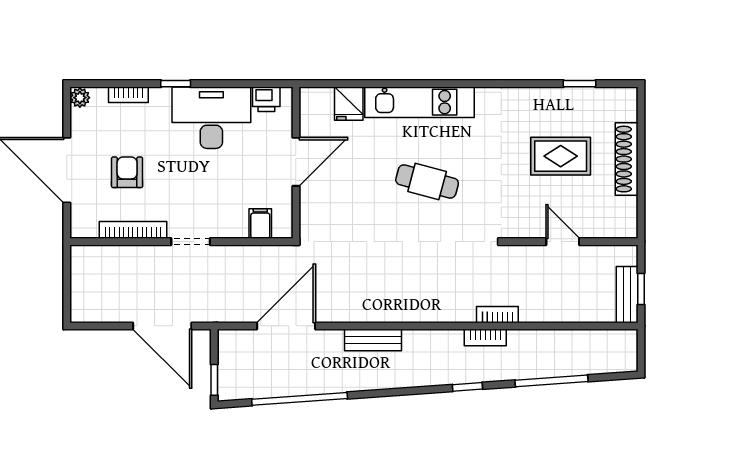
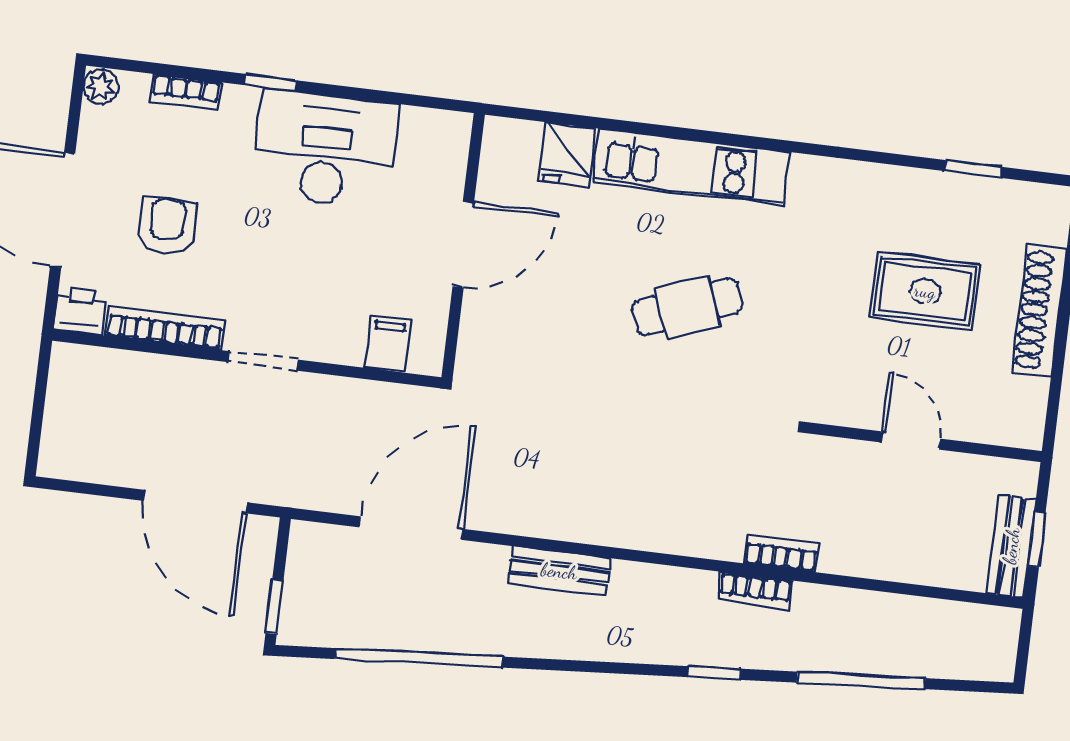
printer: (266, 99) -> (80, 311), moved, turned 180
cafe table: (427, 182) -> (687, 307), turned -36

